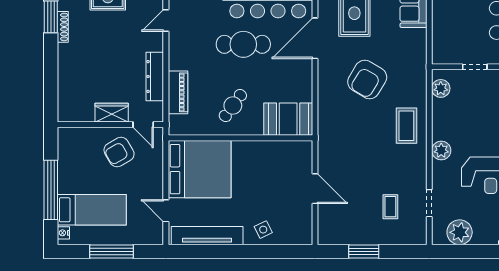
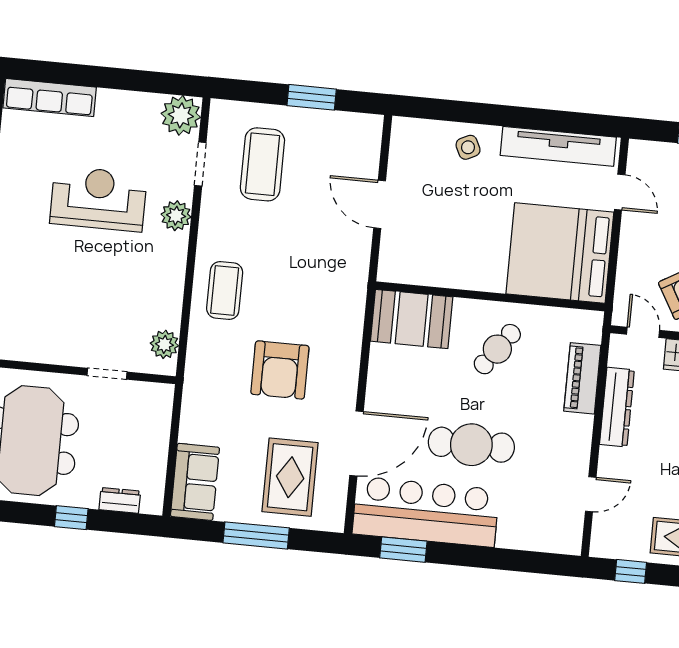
armchair: (367, 79) -> (280, 370), turned 149
plant: (441, 150) -> (176, 216), moved
coffee table: (390, 207) -> (262, 164), width x1.86, depth x1.72
plant: (460, 232) -> (181, 115), moved

